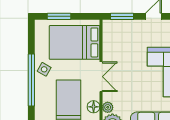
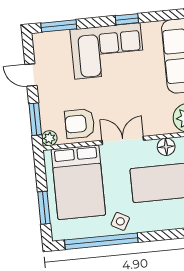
armchair: (116, 47) -> (80, 124), added
window: (31, 80) -> (101, 241), moved
plant: (108, 107) -> (49, 138), moved

